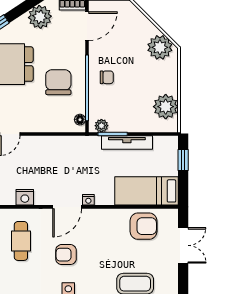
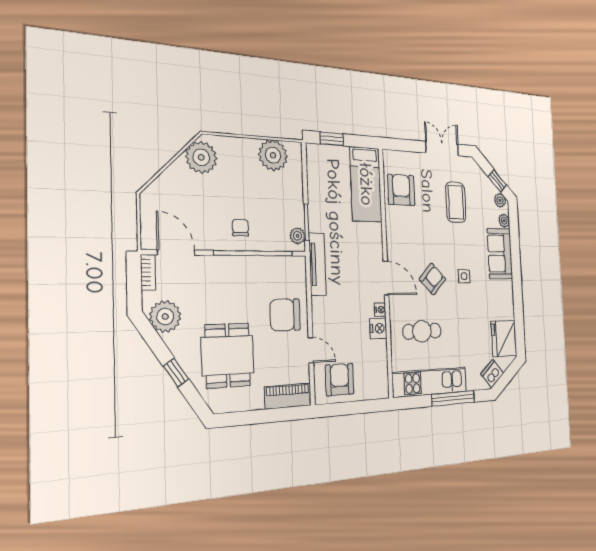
chair: (58, 82) -> (285, 315), moved
floor lamp: (80, 120) -> (291, 262), removed
tv unit: (127, 143) -> (317, 264), moved
nightstand: (88, 200) -> (380, 310), moved
double door: (183, 245) -> (442, 149), moved
armchair: (66, 255) -> (433, 279), turned -135

